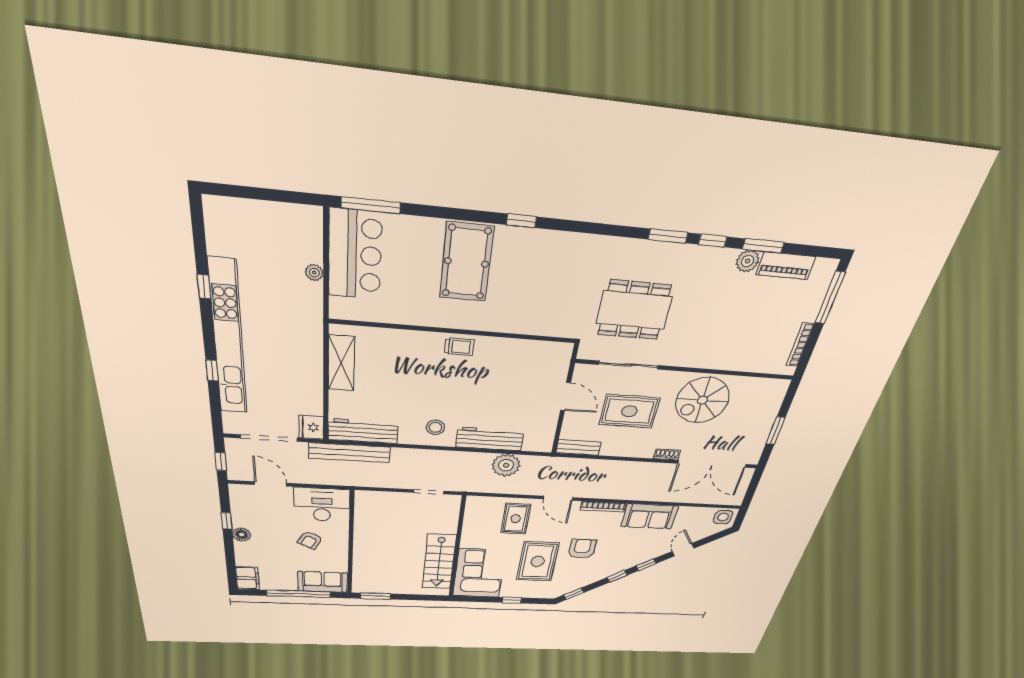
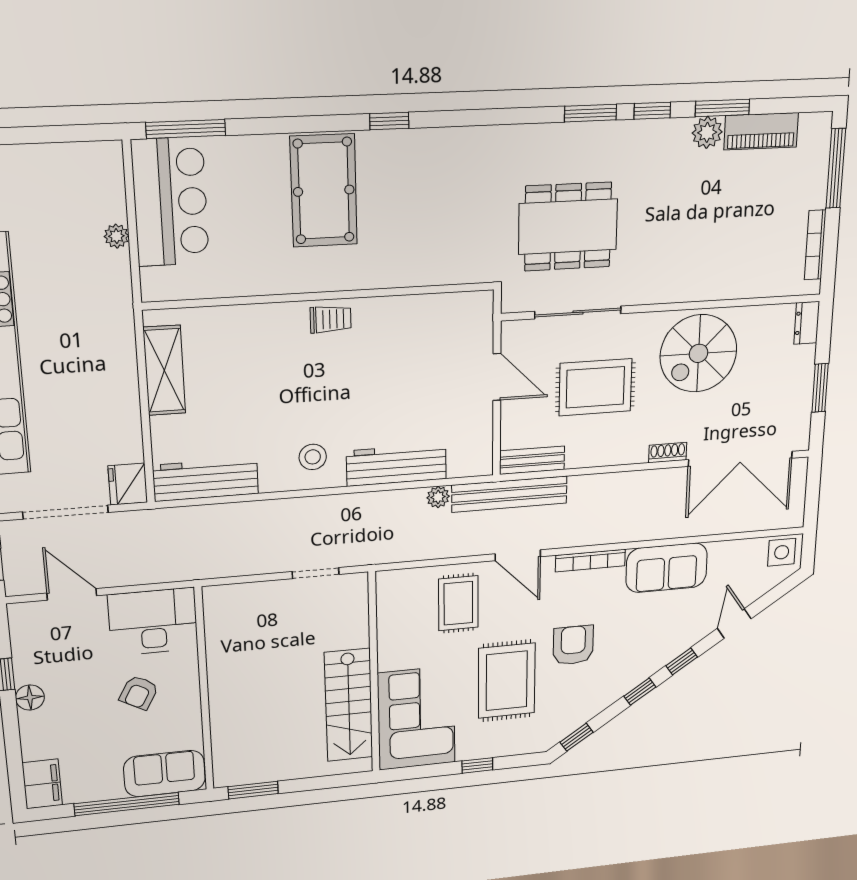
dresser: (779, 392) -> (807, 323), added
bench: (349, 453) -> (509, 494), moved
plant: (506, 465) -> (438, 497), width x0.53, depth x0.53

